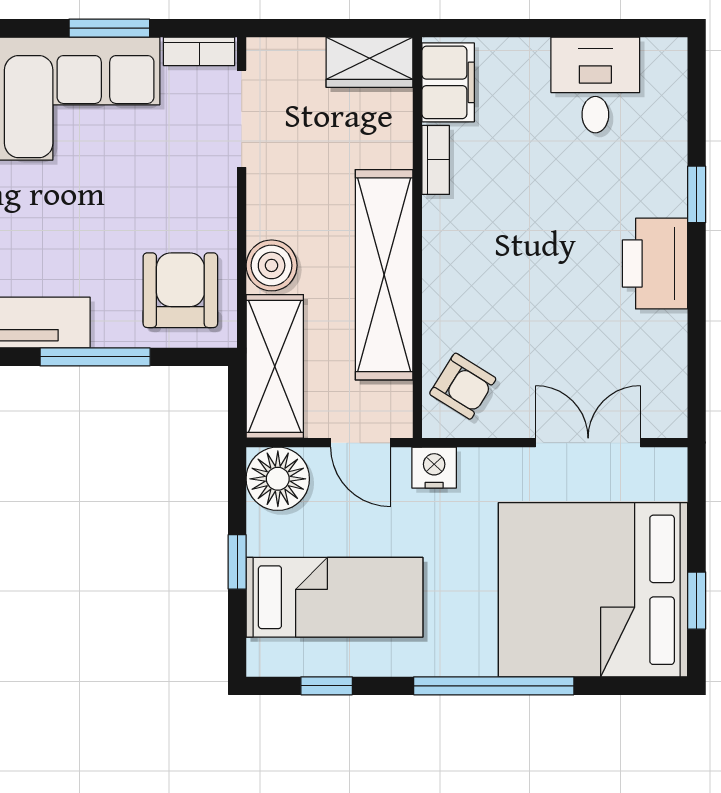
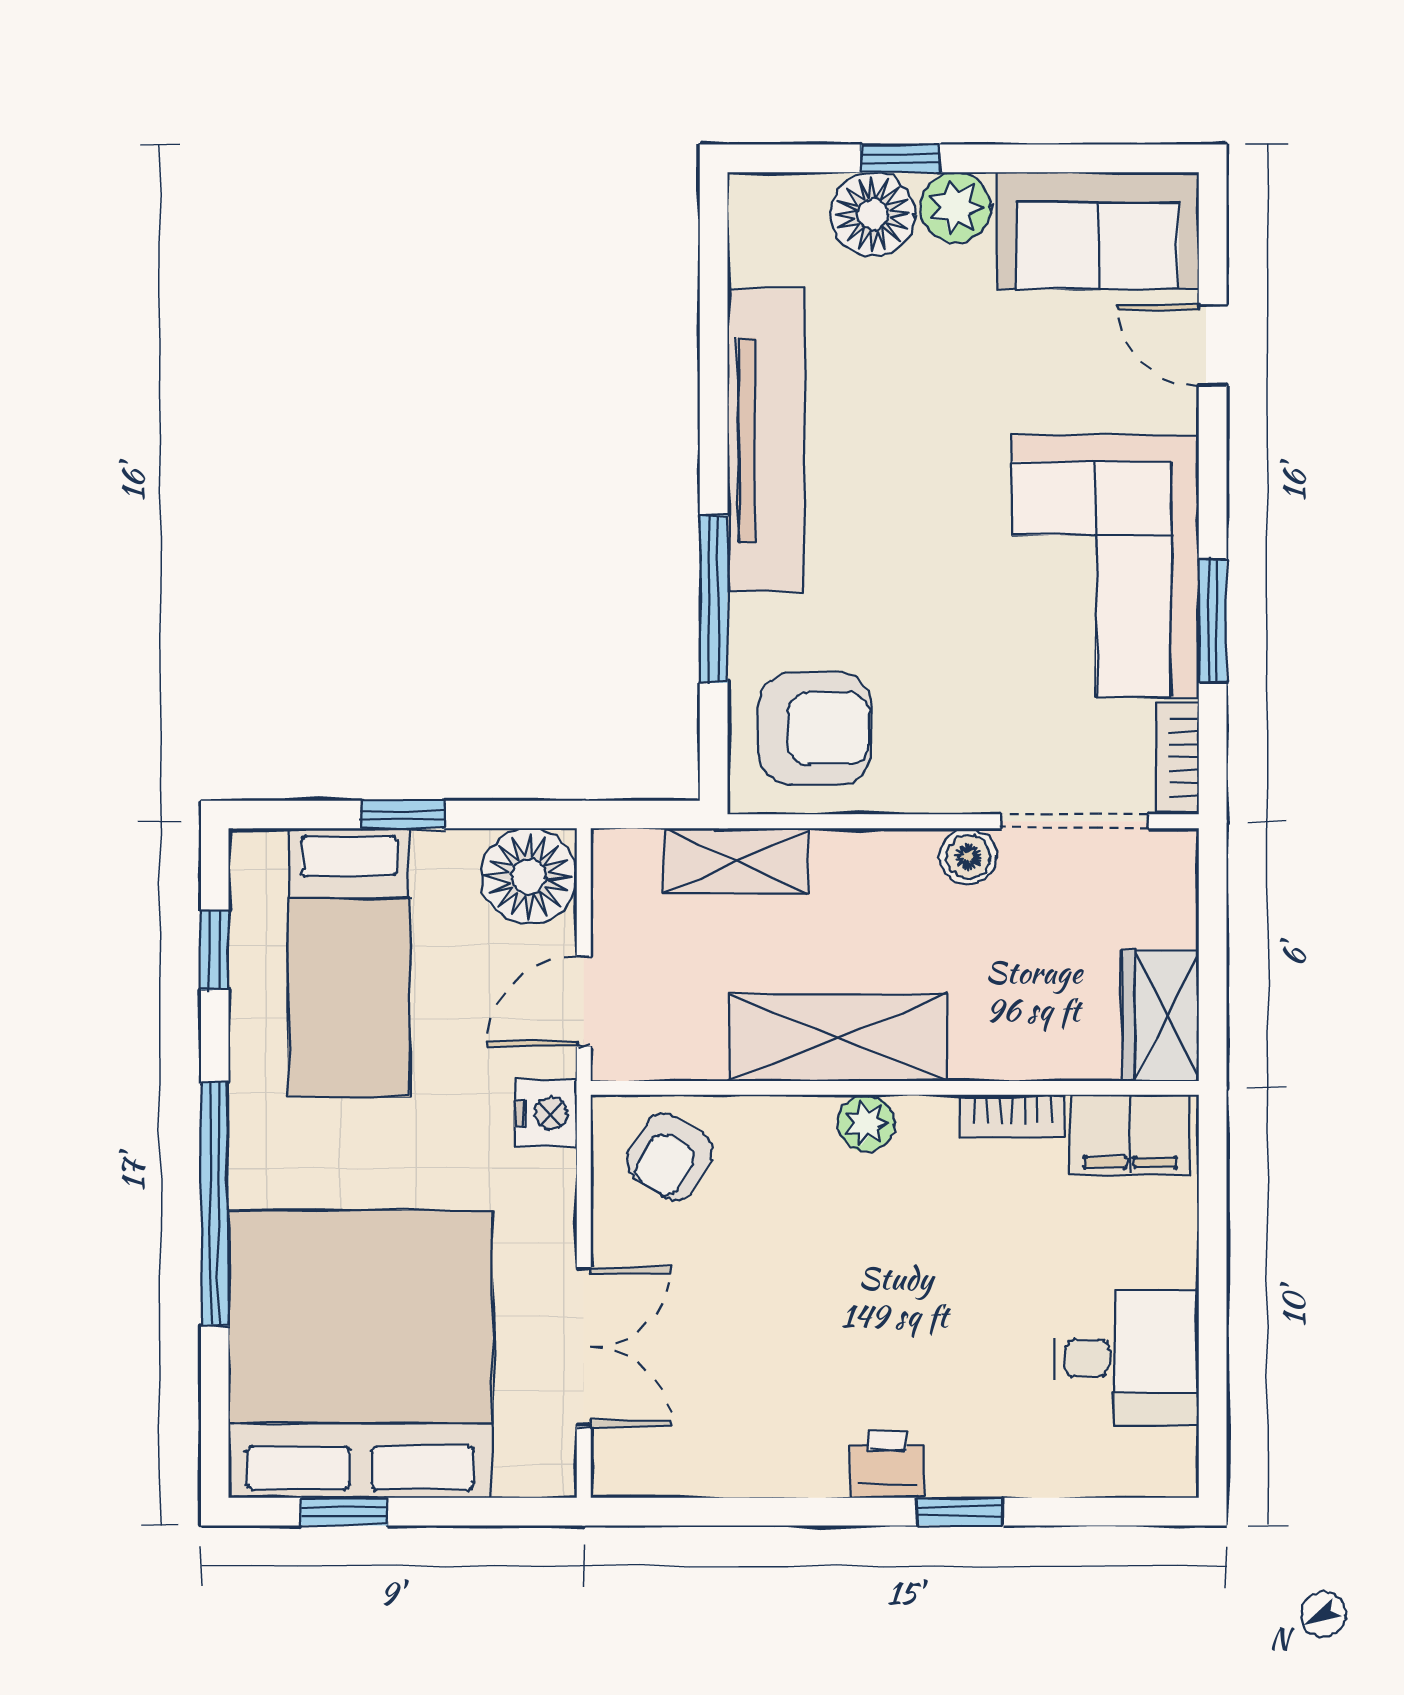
plant: (441, 256) -> (866, 1123), added
printer: (655, 264) -> (887, 1465), width x0.53, depth x0.68
boiler: (272, 265) -> (968, 857), moved, width x0.73, depth x0.73
shelving: (384, 275) -> (838, 1038), width x0.68
shelving: (275, 366) -> (736, 861), width x0.67, depth x0.75

